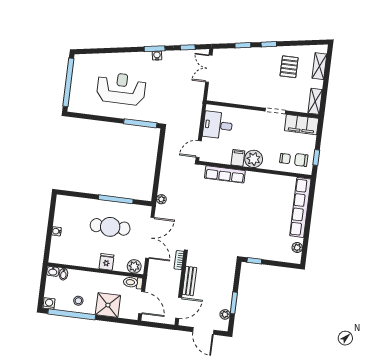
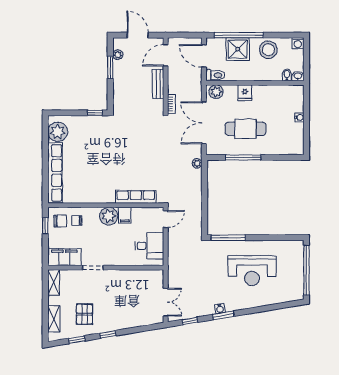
window: (243, 45) -> (77, 340), moved
plant: (297, 247) -> (58, 132), width x1.88, depth x1.88
stool: (78, 301) -> (268, 50), width x1.89, depth x1.89
window: (72, 314) -> (239, 35), moved

